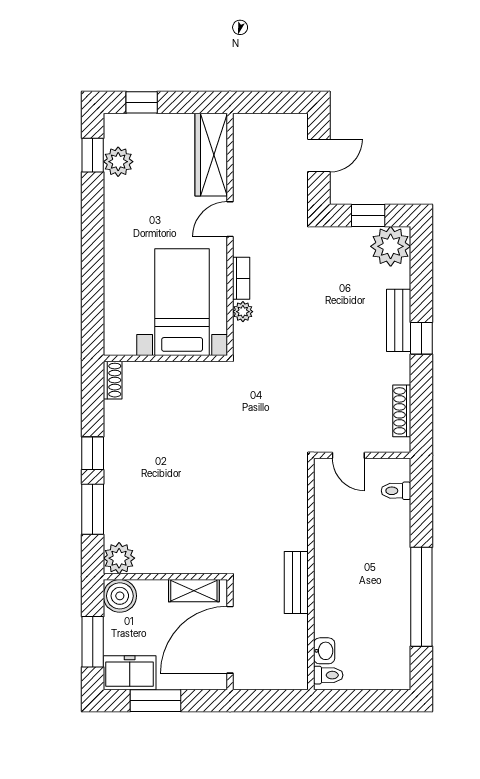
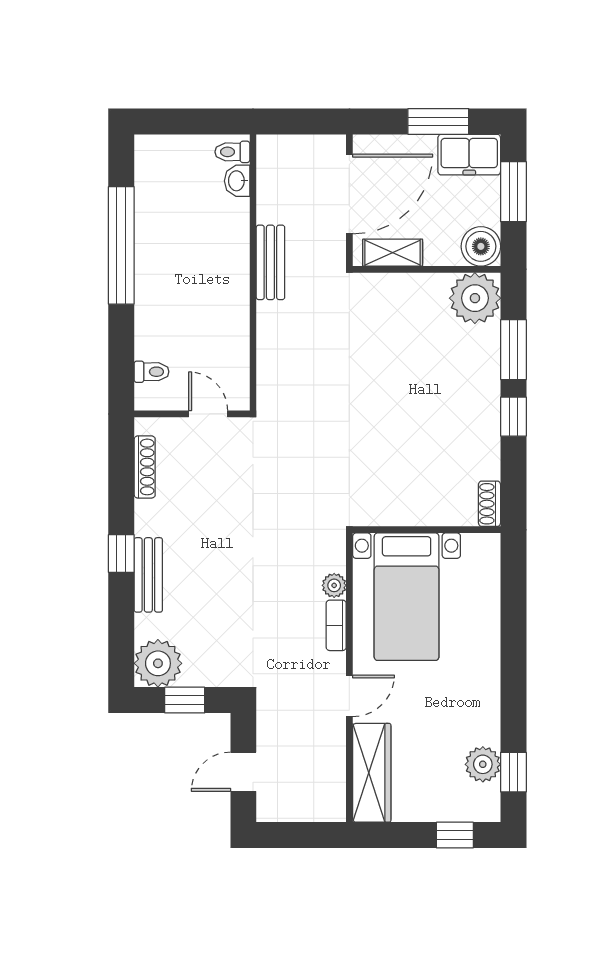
plant: (119, 558) -> (475, 298), width x1.36, depth x1.36

